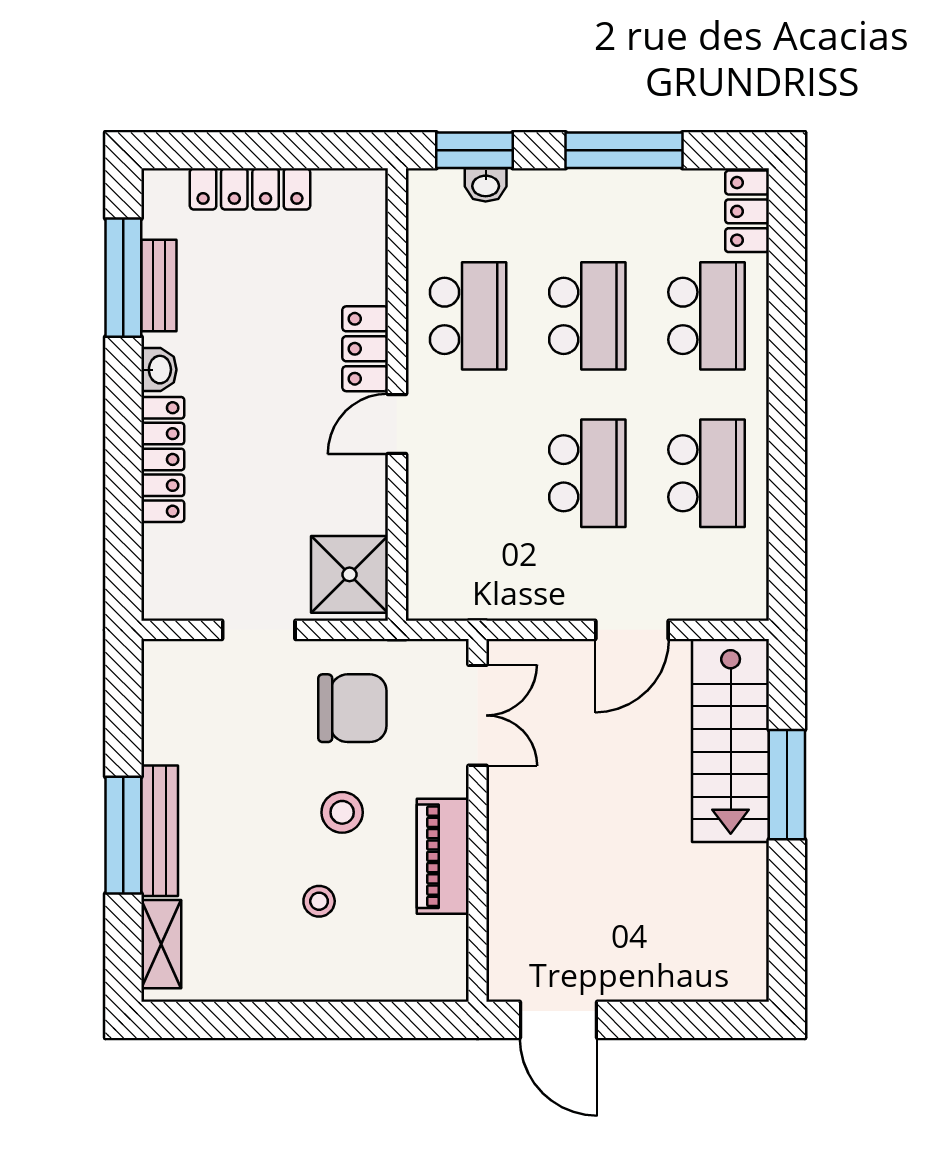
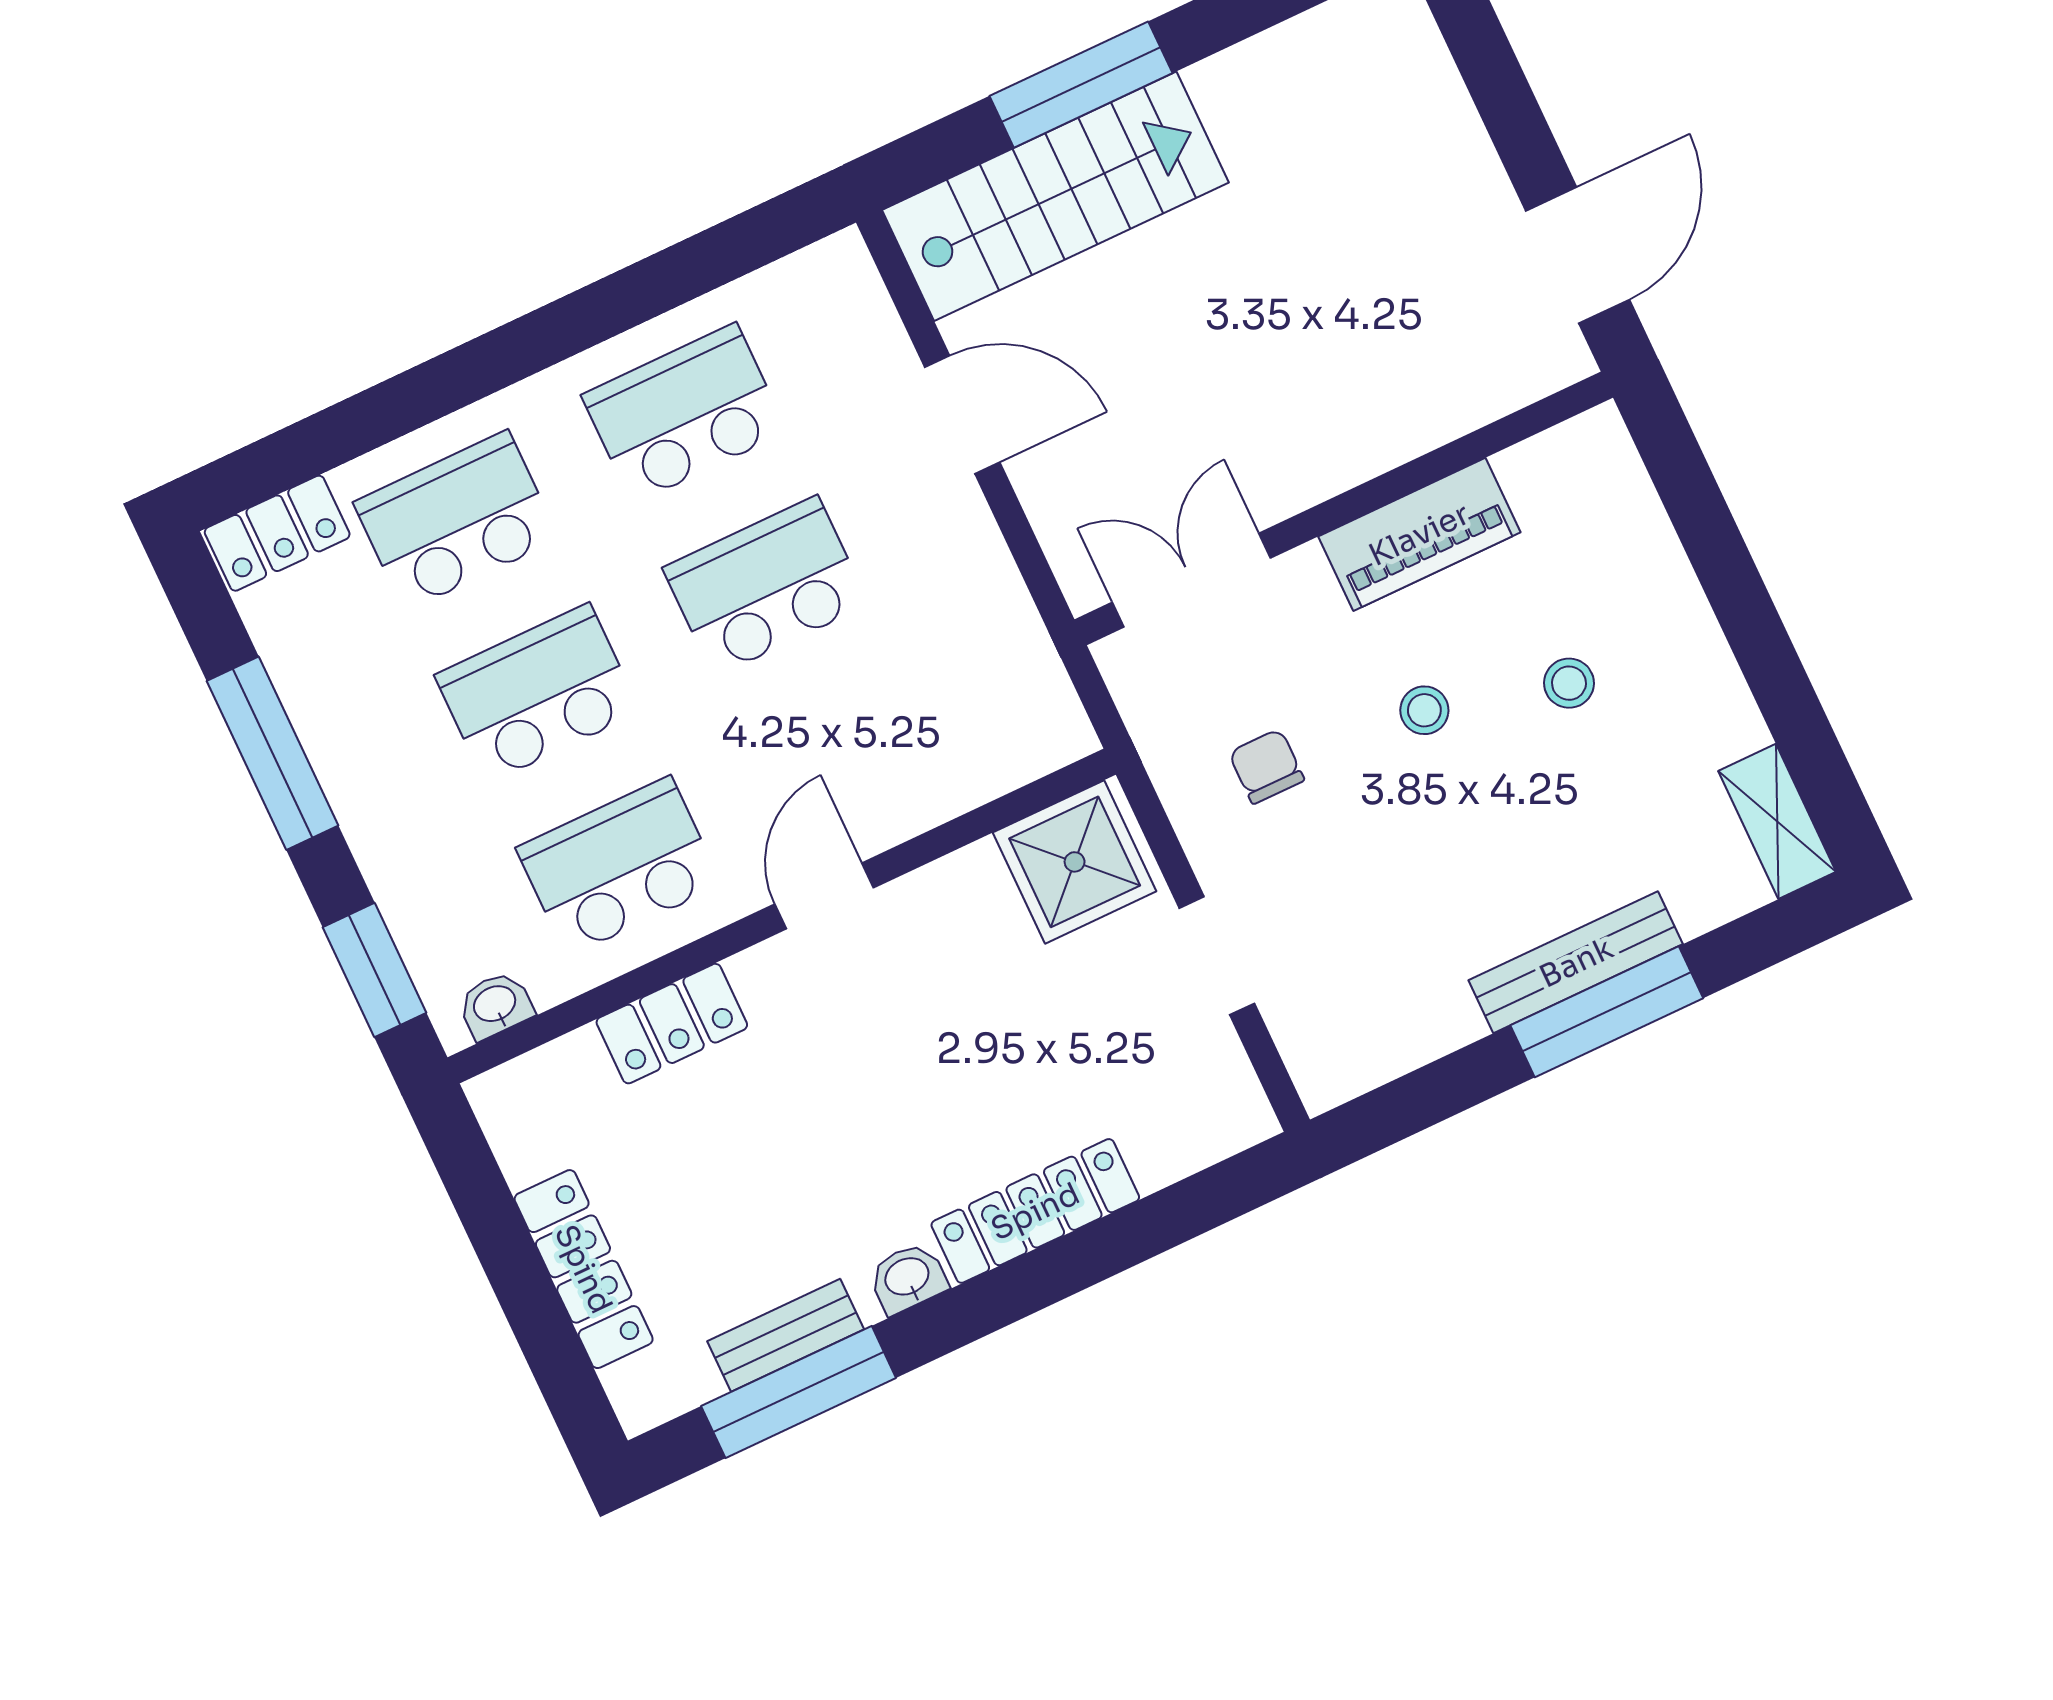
washbasin: (486, 185) -> (495, 1005), moved, turned -90
locker: (365, 349) -> (672, 1024), moved
door: (397, 424) -> (824, 896), swing flipped
chair: (352, 708) -> (1266, 766), width x0.54, depth x0.54
stool: (342, 812) -> (1424, 710), width x0.73, depth x0.73
shelving: (161, 944) -> (1777, 821), moved, turned 90

